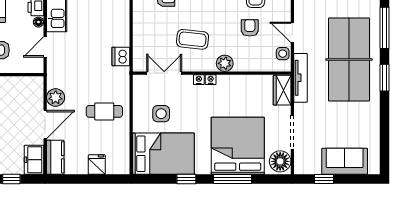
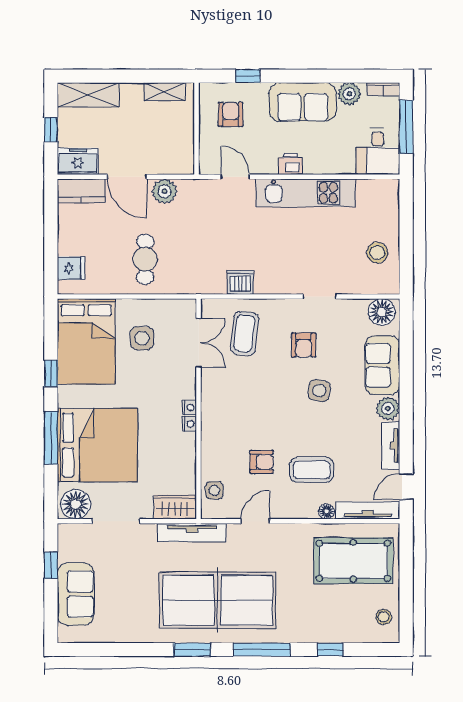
floor lamp: (39, 22) -> (270, 168), removed
coffee table: (193, 39) -> (244, 333), moved
side table: (283, 54) -> (214, 490), moved
dishwasher: (121, 56) -> (240, 282), moved
plant: (225, 63) -> (212, 427), removed
nightstand: (199, 80) -> (189, 424), moved
fridge: (97, 165) -> (71, 268), moved

